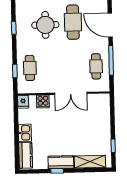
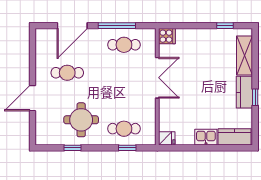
cafe table: (73, 22) -> (67, 73), width x0.73, depth x0.74
round table: (45, 25) -> (81, 120), moved
cooker: (43, 102) -> (167, 36), moved

